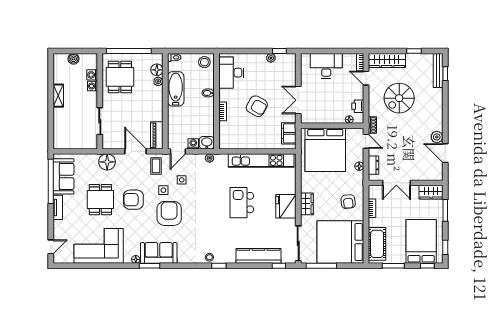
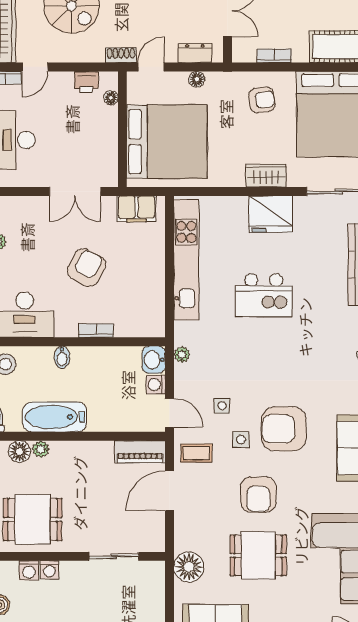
floor lamp: (107, 162) -> (189, 567), moved

